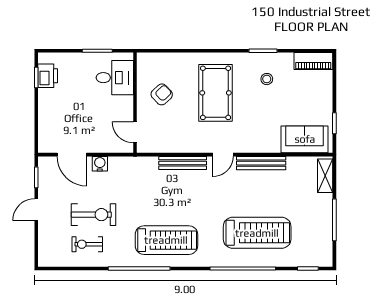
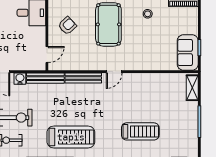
door: (135, 132) -> (47, 55), swing flipped
sofa: (305, 139) -> (188, 52), moved, turned -90
bench: (261, 163) -> (45, 78), moved
treadmill: (257, 233) -> (140, 131), width x0.73, depth x0.73

